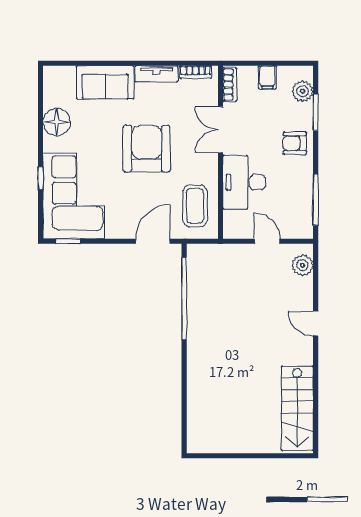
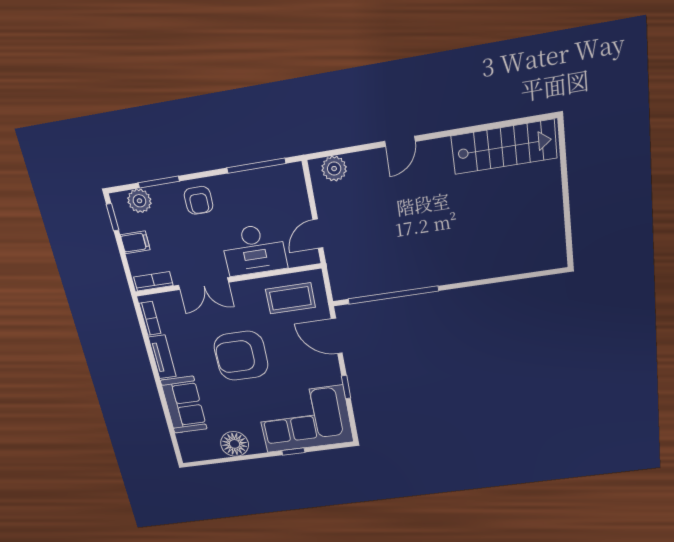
window: (292, 63) -> (113, 217), added
window: (68, 241) -> (346, 387), moved
door: (267, 241) -> (318, 234), moved

